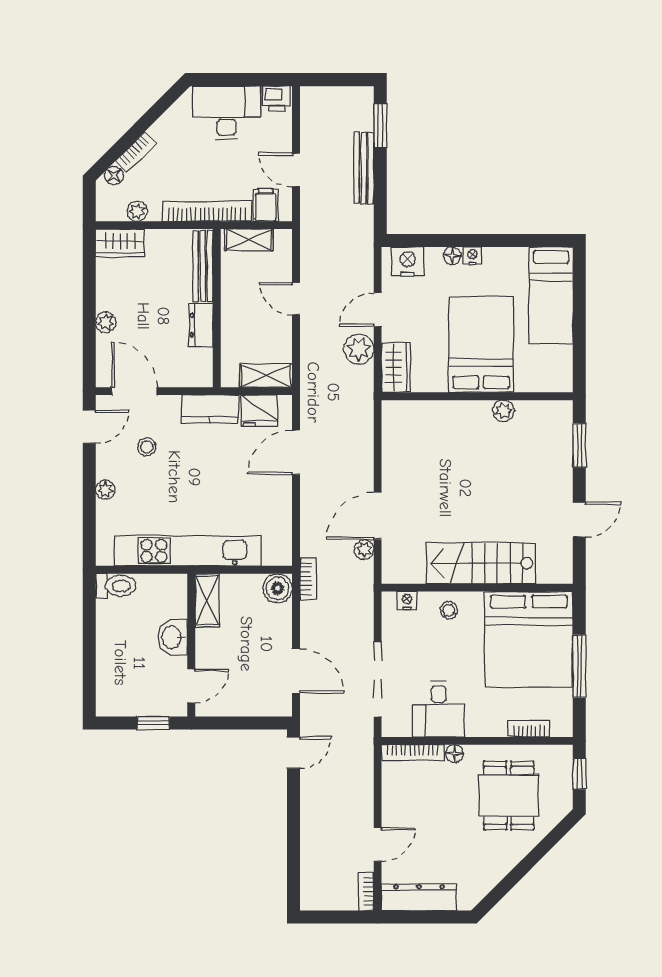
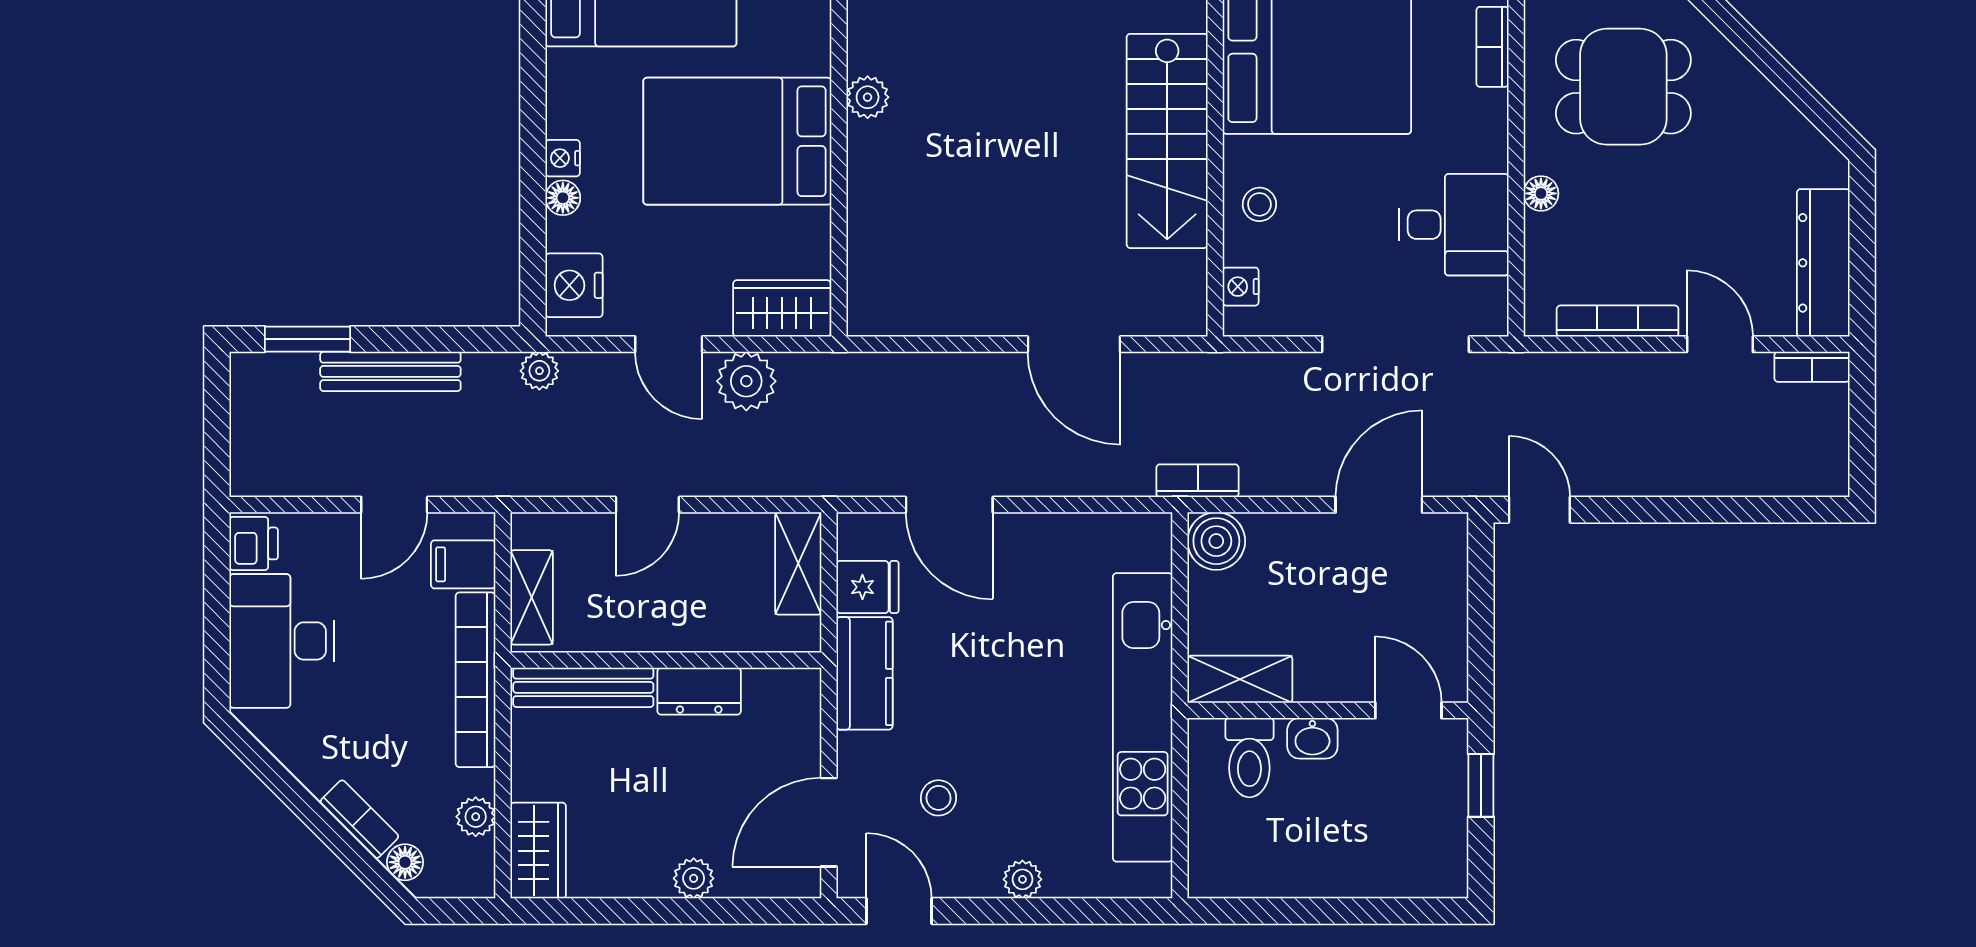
fridge: (259, 411) -> (867, 587), width x0.72
plant: (364, 549) -> (539, 371), moved
toilet: (116, 586) -> (1249, 758), moved, turned 180
washbasin: (172, 637) -> (1312, 738), width x0.72, depth x0.69
bookcase: (412, 753) -> (1618, 321), moved, turned -90

